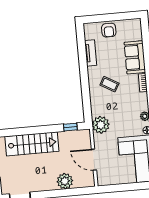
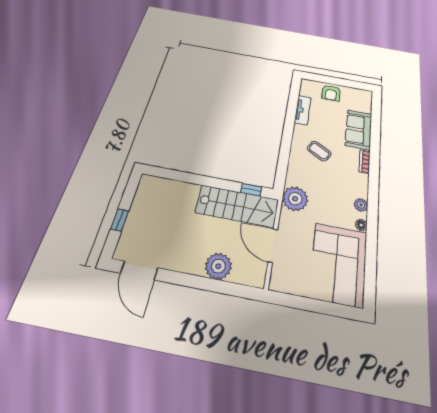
stairs: (32, 144) -> (237, 206), moved

